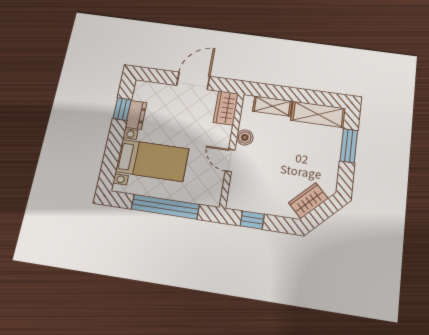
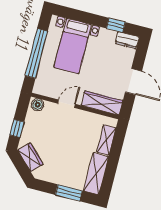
wardrobe: (226, 108) -> (102, 103), width x1.50
dresser: (136, 115) -> (127, 40), moved
boiler: (245, 137) -> (38, 105), moved
window: (252, 220) -> (17, 128), moved

